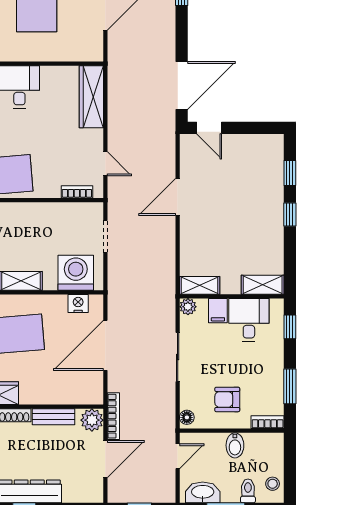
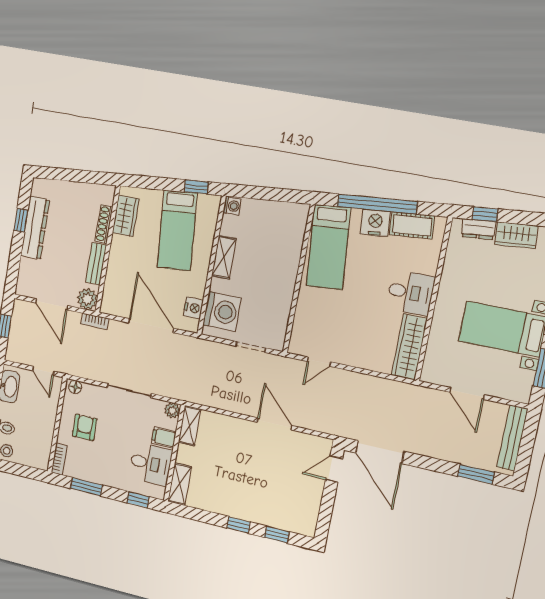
wardrobe: (91, 97) -> (409, 347), moved, turned -90
bookcase: (77, 192) -> (298, 328), removed
bookcase: (113, 416) -> (95, 321), width x0.64
bidet: (235, 445) -> (44, 425), removed

